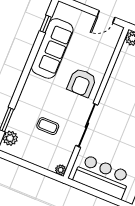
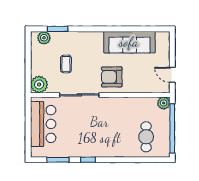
window: (46, 24) -> (147, 29), removed
plant: (61, 170) -> (39, 84), width x1.87, depth x1.87

